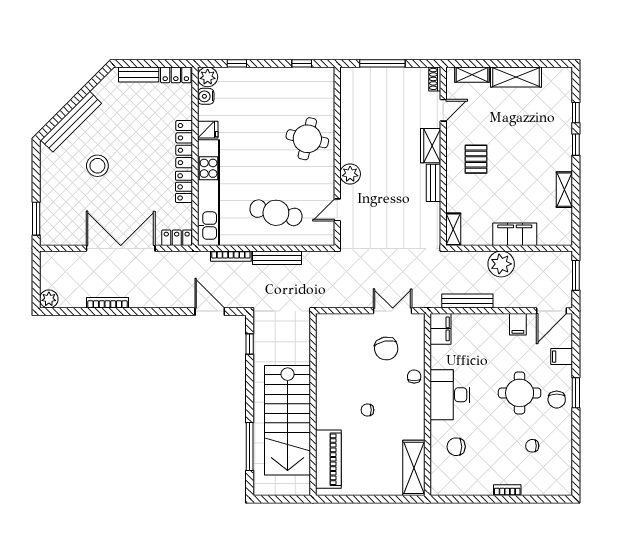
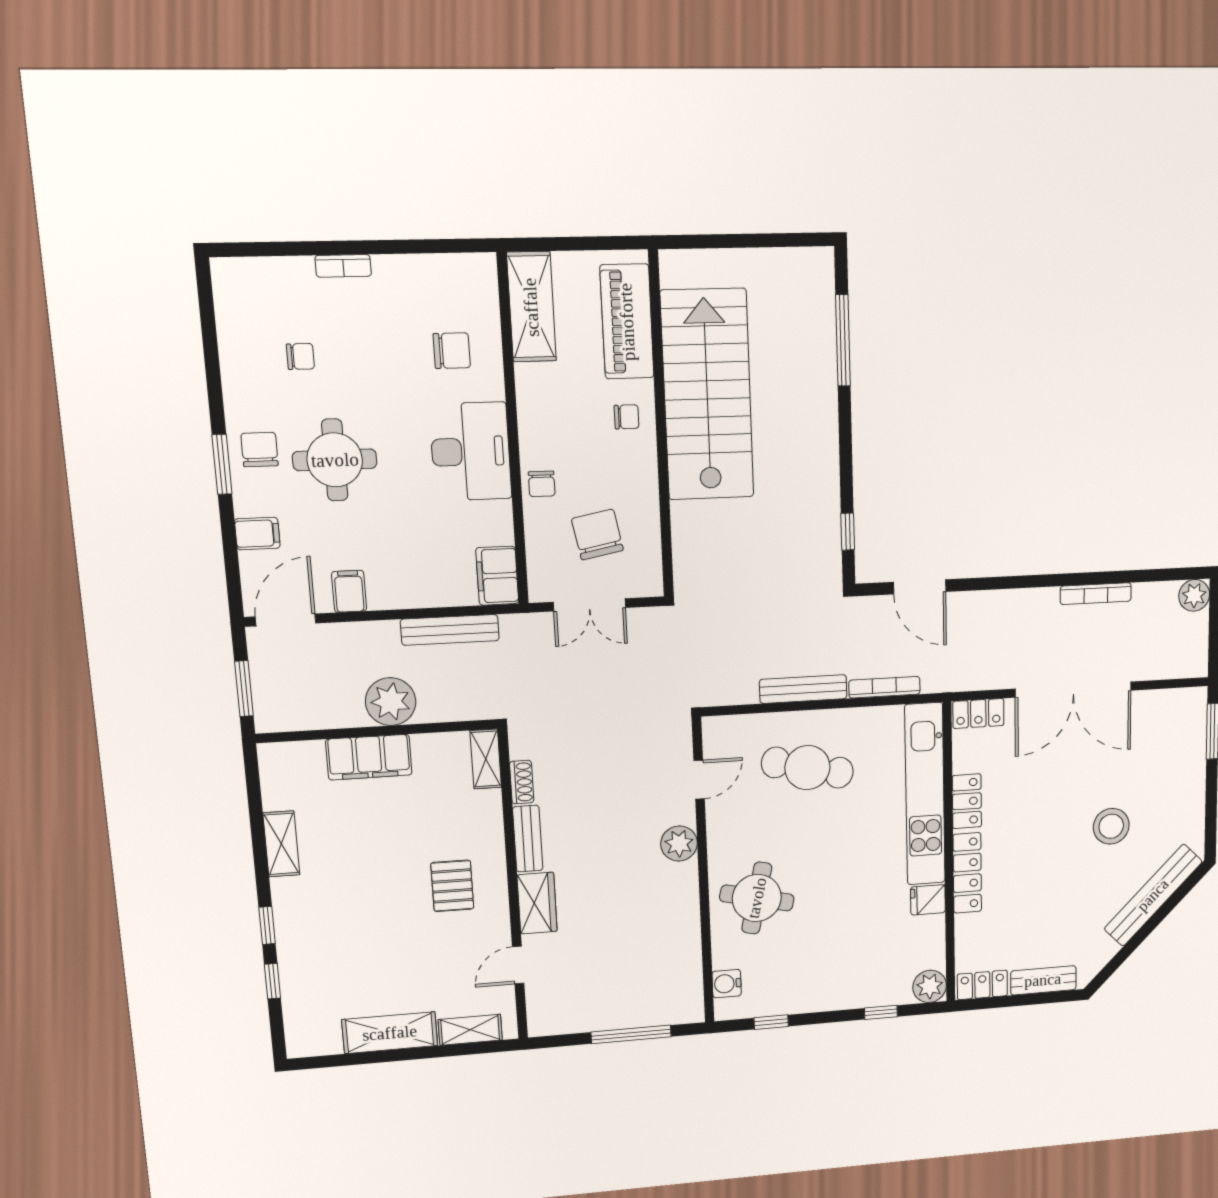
shoe rack: (435, 79) -> (522, 782), moved
water cooler: (206, 96) -> (727, 984), moved, turned 180
wall: (313, 404) -> (661, 426), moved
stairs: (288, 420) -> (707, 395), moved
piano: (328, 459) -> (627, 322), moved

